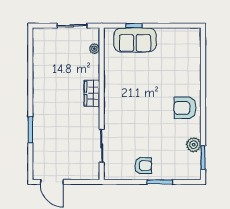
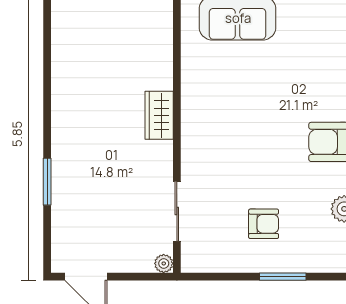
plant: (94, 49) -> (164, 263), moved
armchair: (143, 166) -> (264, 224), moved

